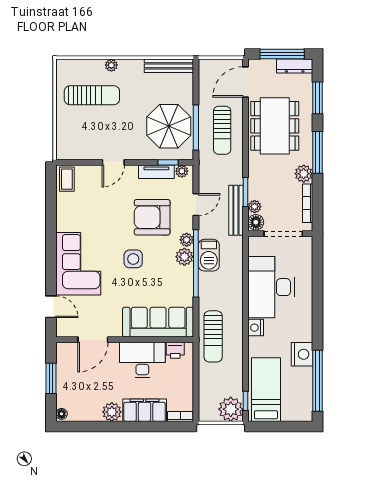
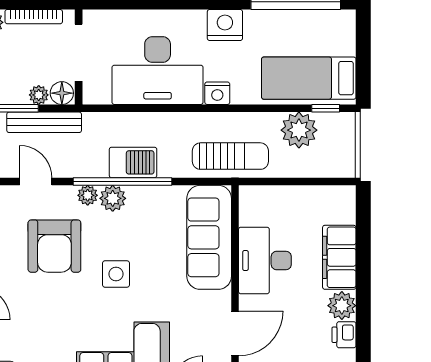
barbecue: (209, 255) -> (133, 162), moved
door: (93, 340) -> (235, 333), hinge flipped
printer: (175, 350) -> (344, 335), moved, turned 180
nightstand: (302, 354) -> (225, 25), moved
plant: (231, 409) -> (299, 130), moved
bookcase: (180, 416) -> (348, 205), removed

